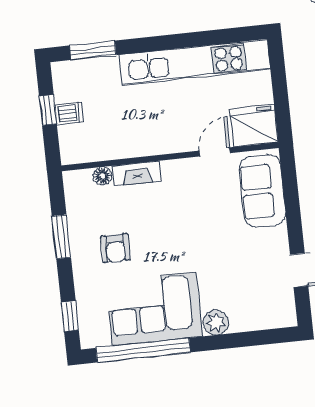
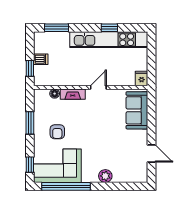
window: (193, 40) -> (109, 28), added
window: (48, 110) -> (30, 68), moved
fridge: (254, 126) -> (142, 78), width x0.53, depth x0.75
door: (215, 152) -> (98, 87), moved
corner sofa: (154, 309) -> (57, 166), moved

